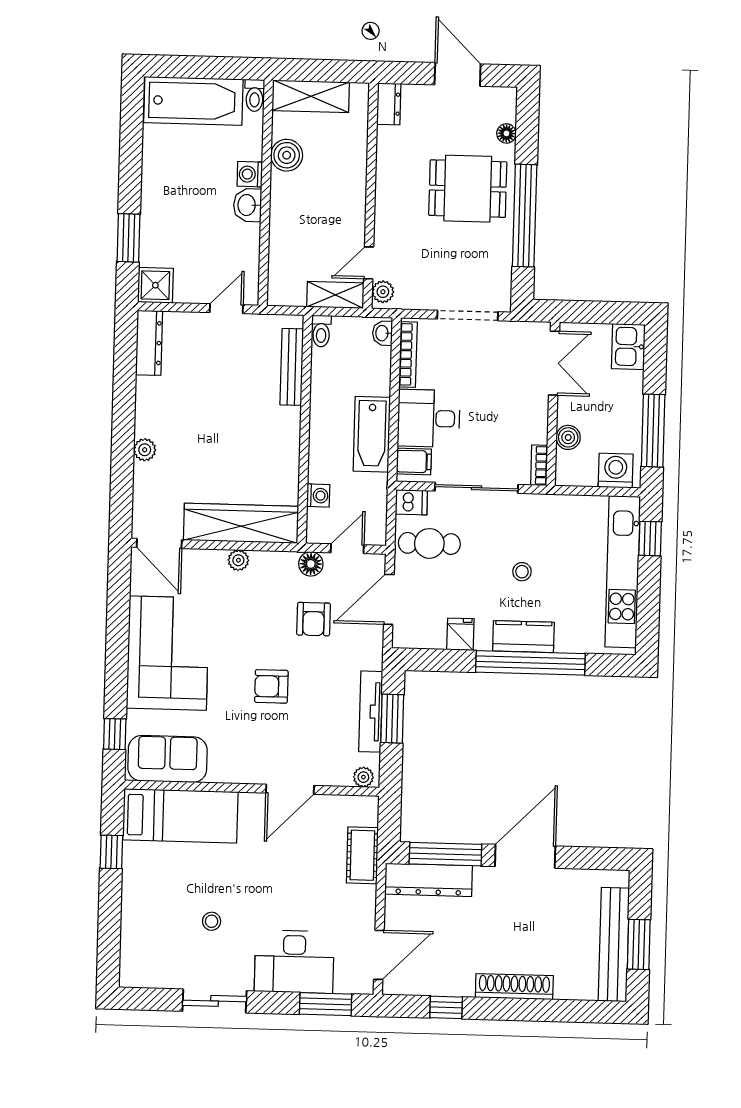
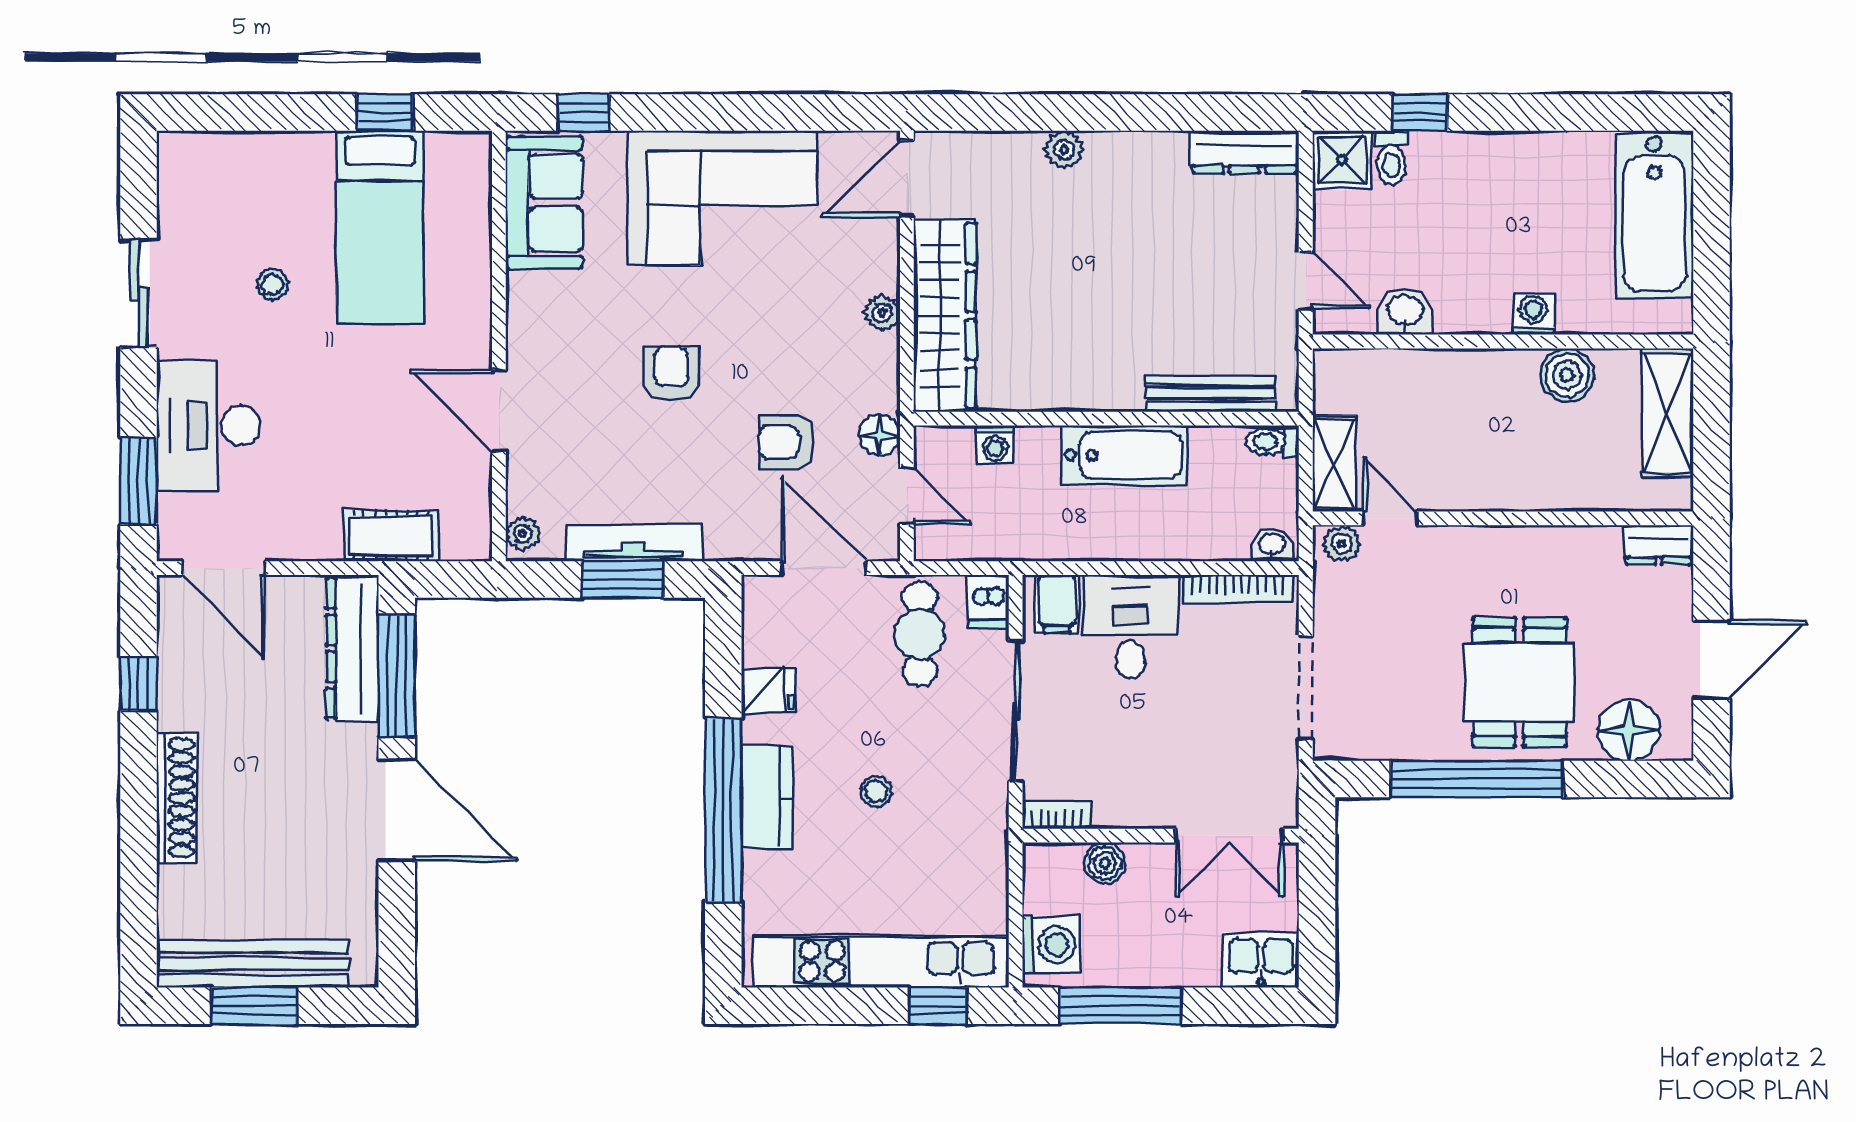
toilet: (255, 95) -> (1391, 158), moved, turned -90
floor lamp: (506, 133) -> (1629, 730), width x1.89, depth x1.89
washbasin: (247, 205) -> (1405, 311), moved
window: (129, 238) -> (1420, 113), width x0.67
bathtub: (372, 434) -> (1125, 455), moved, turned 180
bed: (180, 816) -> (380, 227), moved

